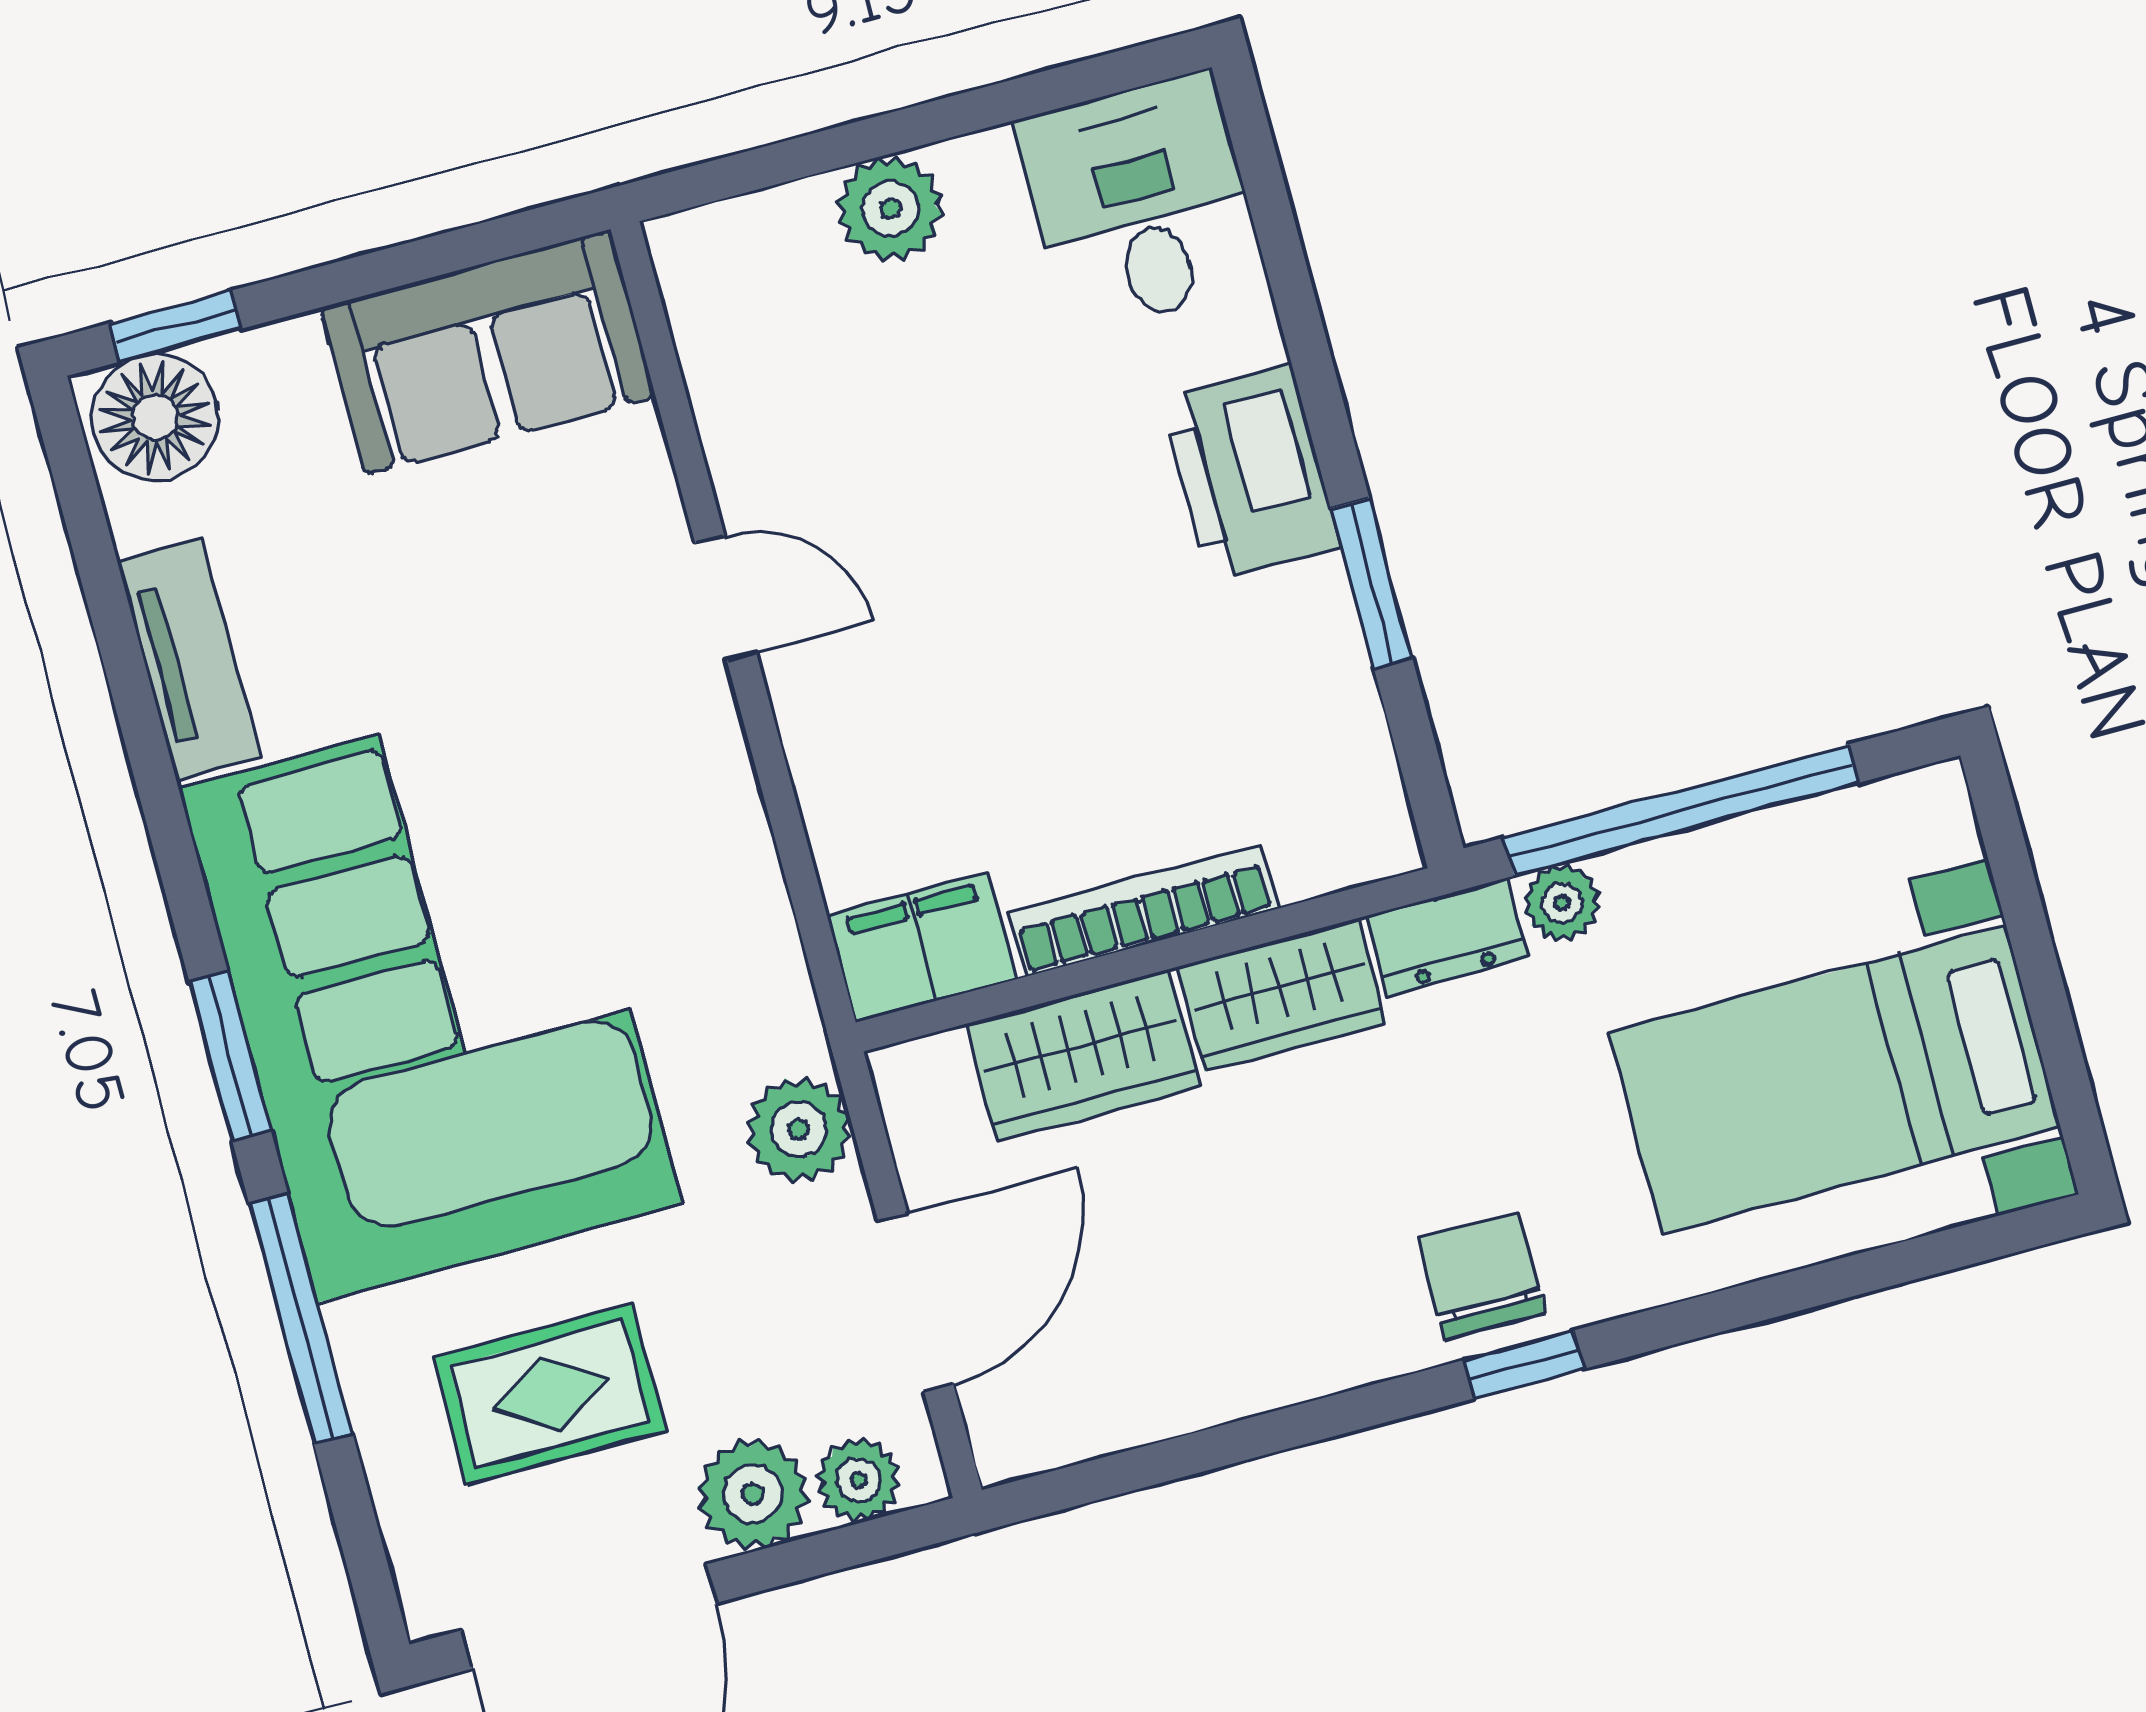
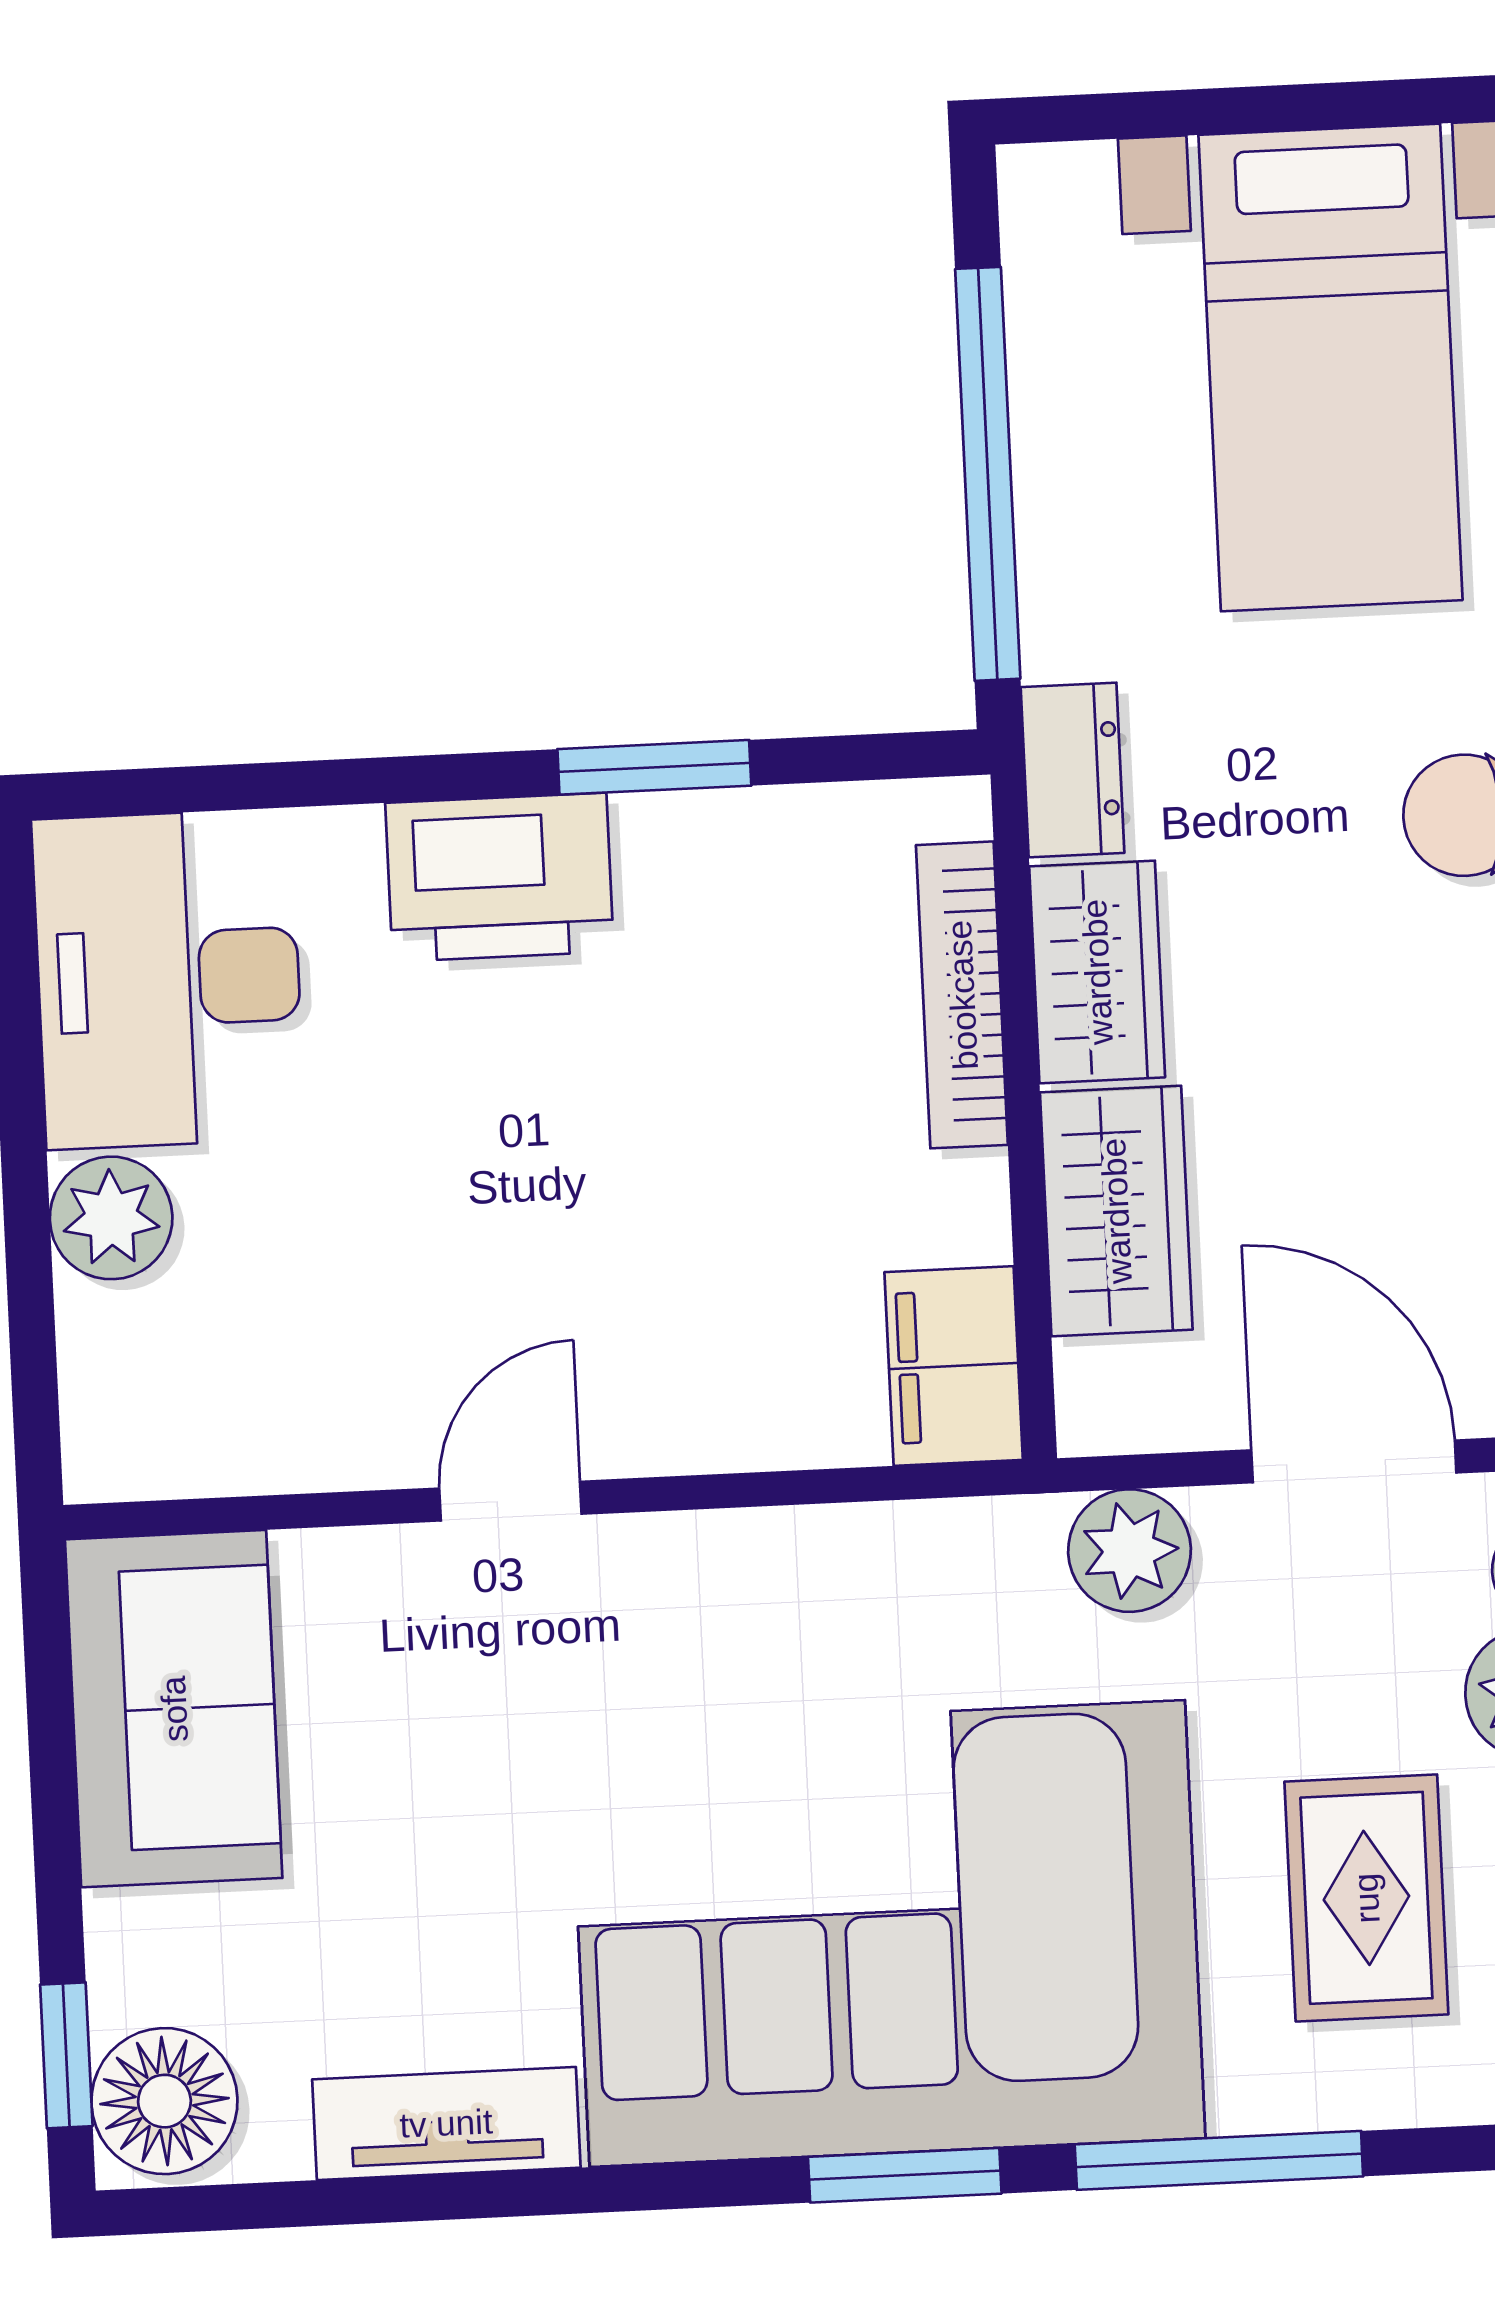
desk: (1140, 203) -> (169, 979), width x1.37
plant: (1562, 903) -> (1062, 632), removed
bookcase: (1143, 910) -> (962, 995), moved

